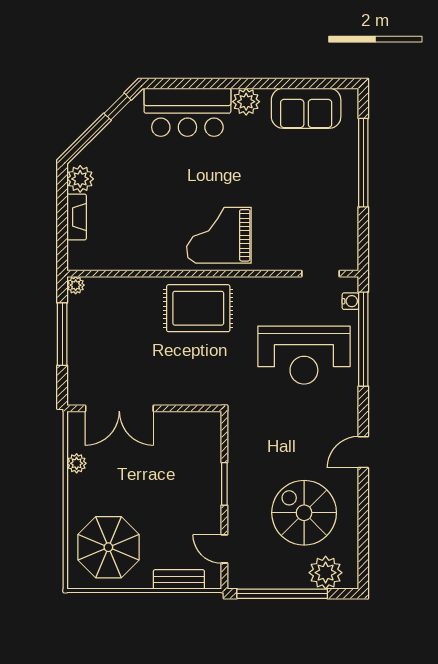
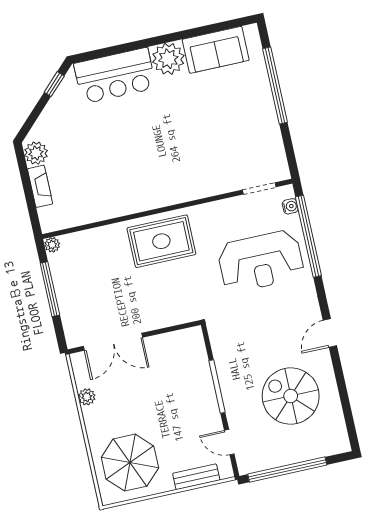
plant: (246, 102) -> (168, 59), width x1.36, depth x1.36
grand piano: (219, 235) -> (165, 175), removed
window: (224, 484) -> (217, 387), width x1.44
plant: (326, 573) -> (320, 443), removed

